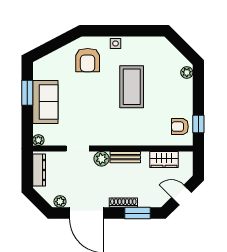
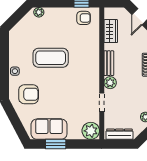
sofa: (45, 102) -> (49, 129), moved
armchair: (180, 127) -> (84, 18), turned -90
plant: (38, 140) -> (91, 131), width x1.88, depth x1.88

